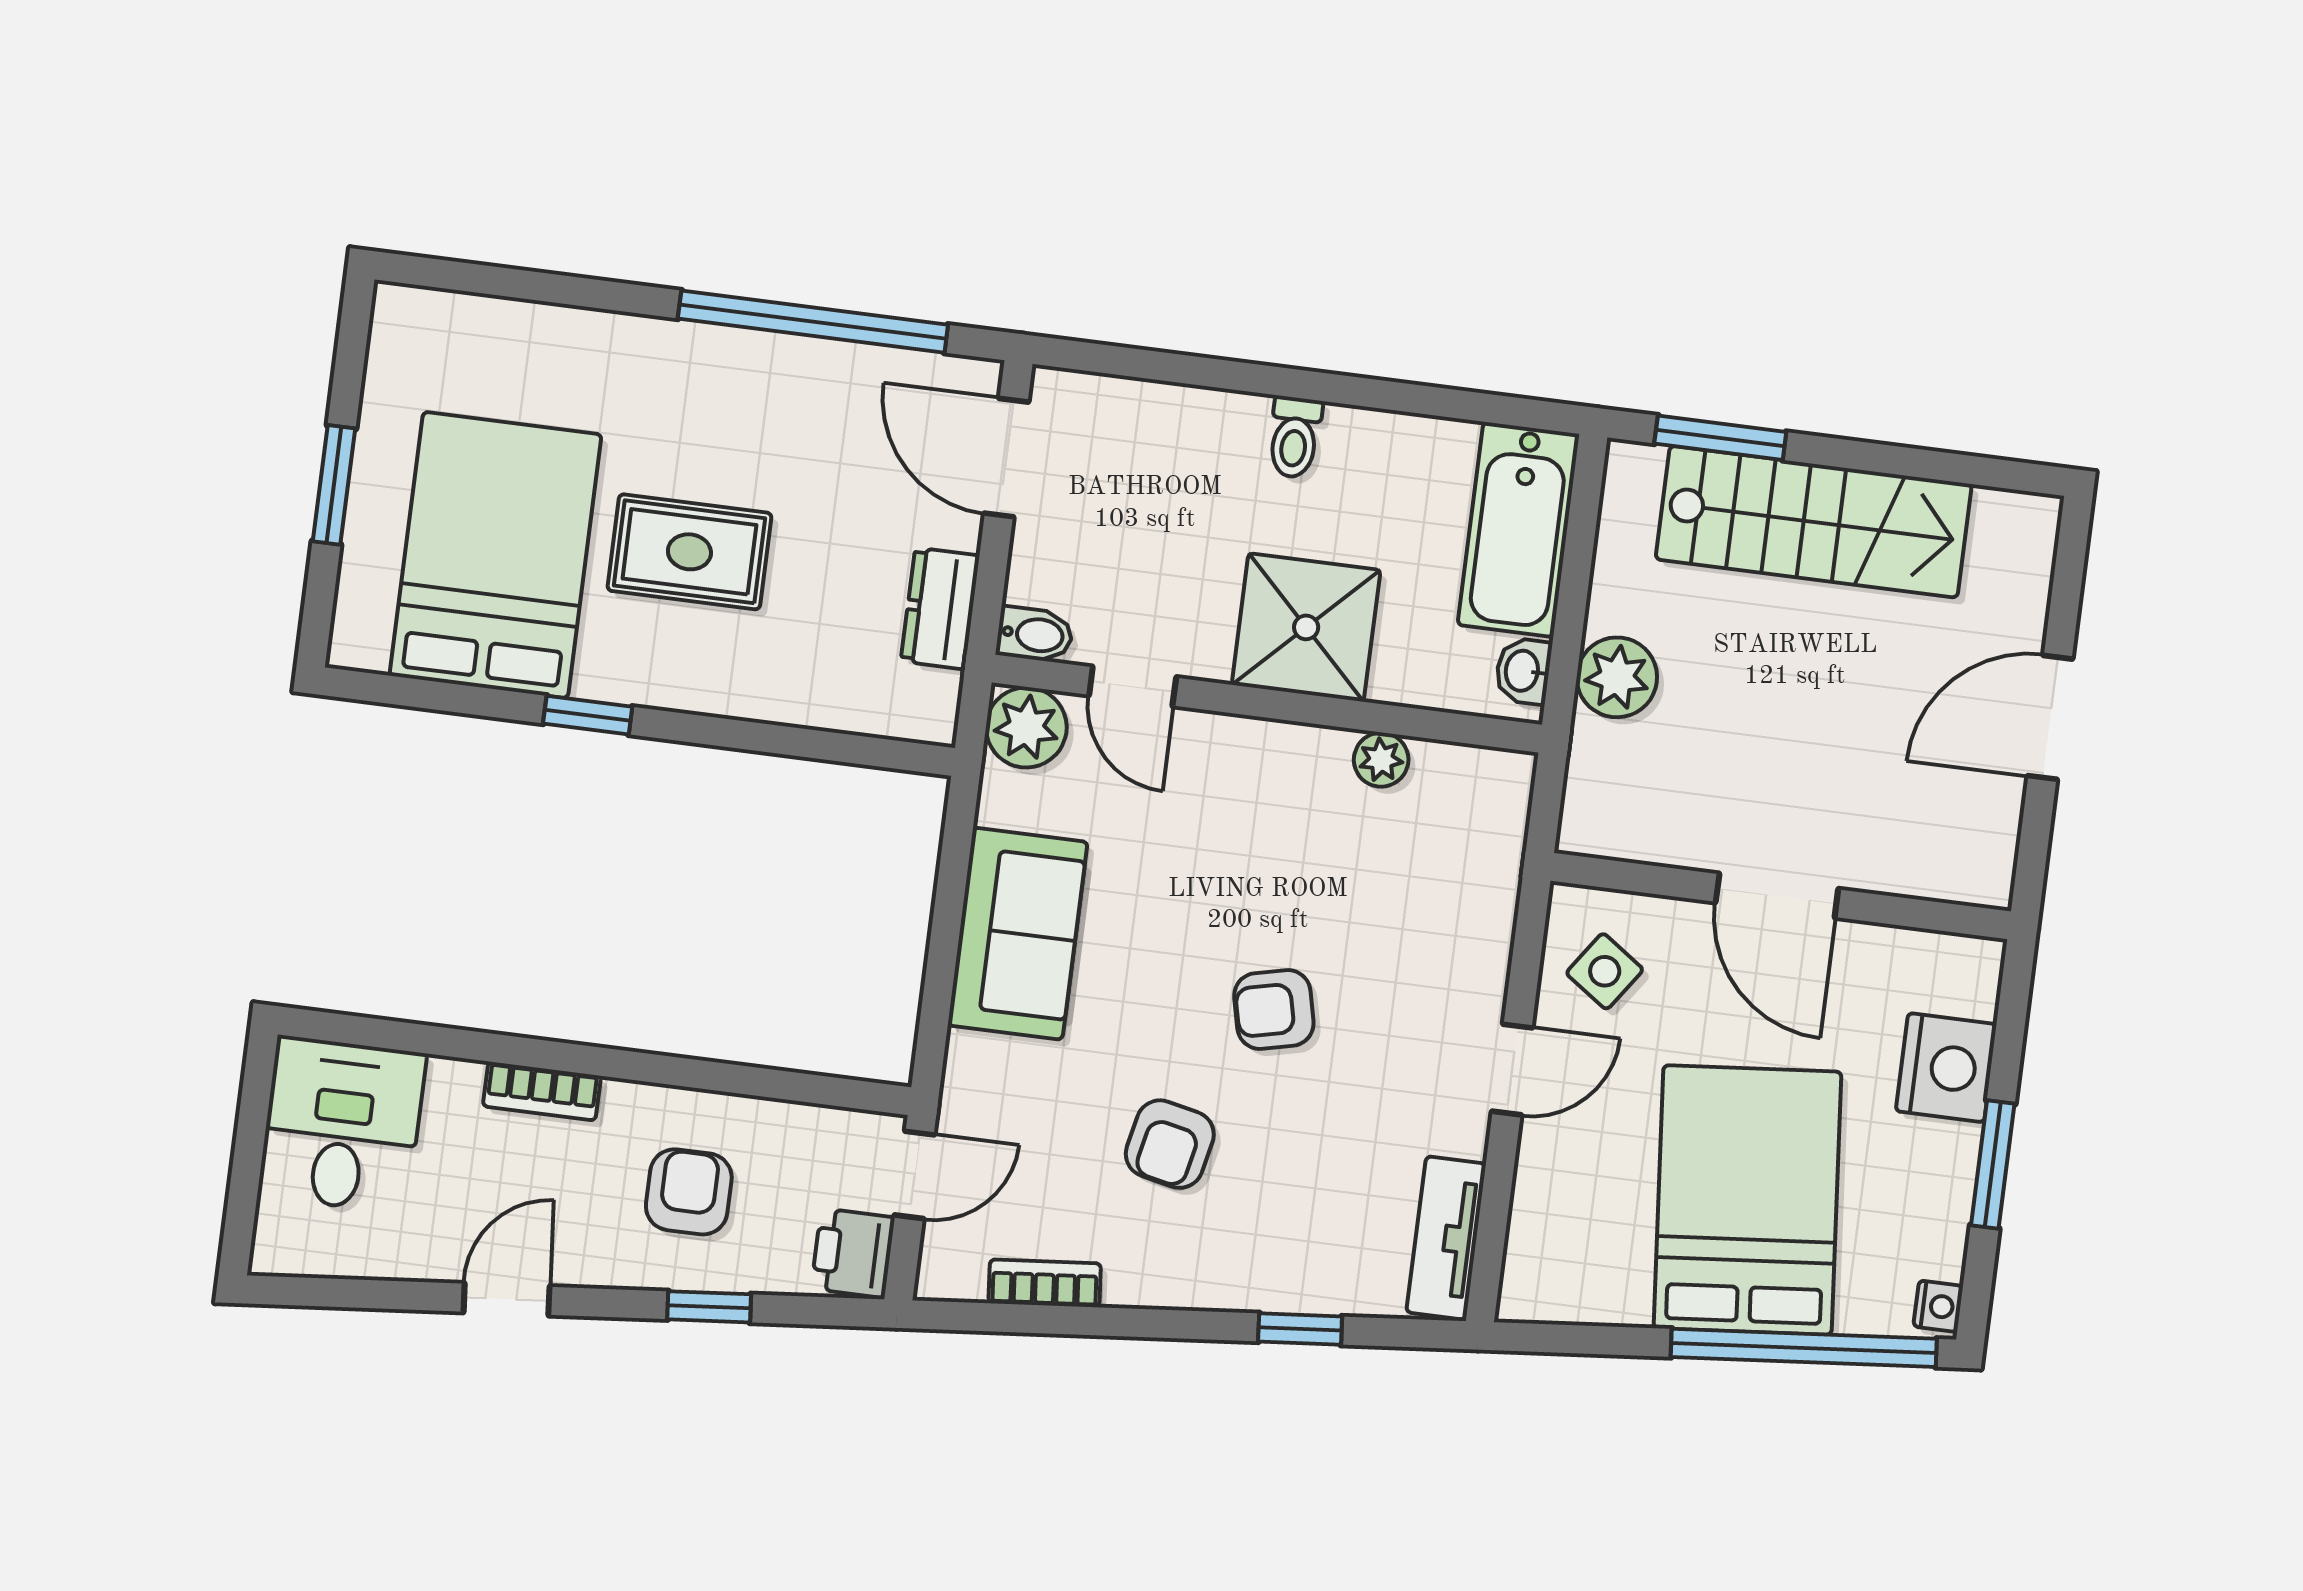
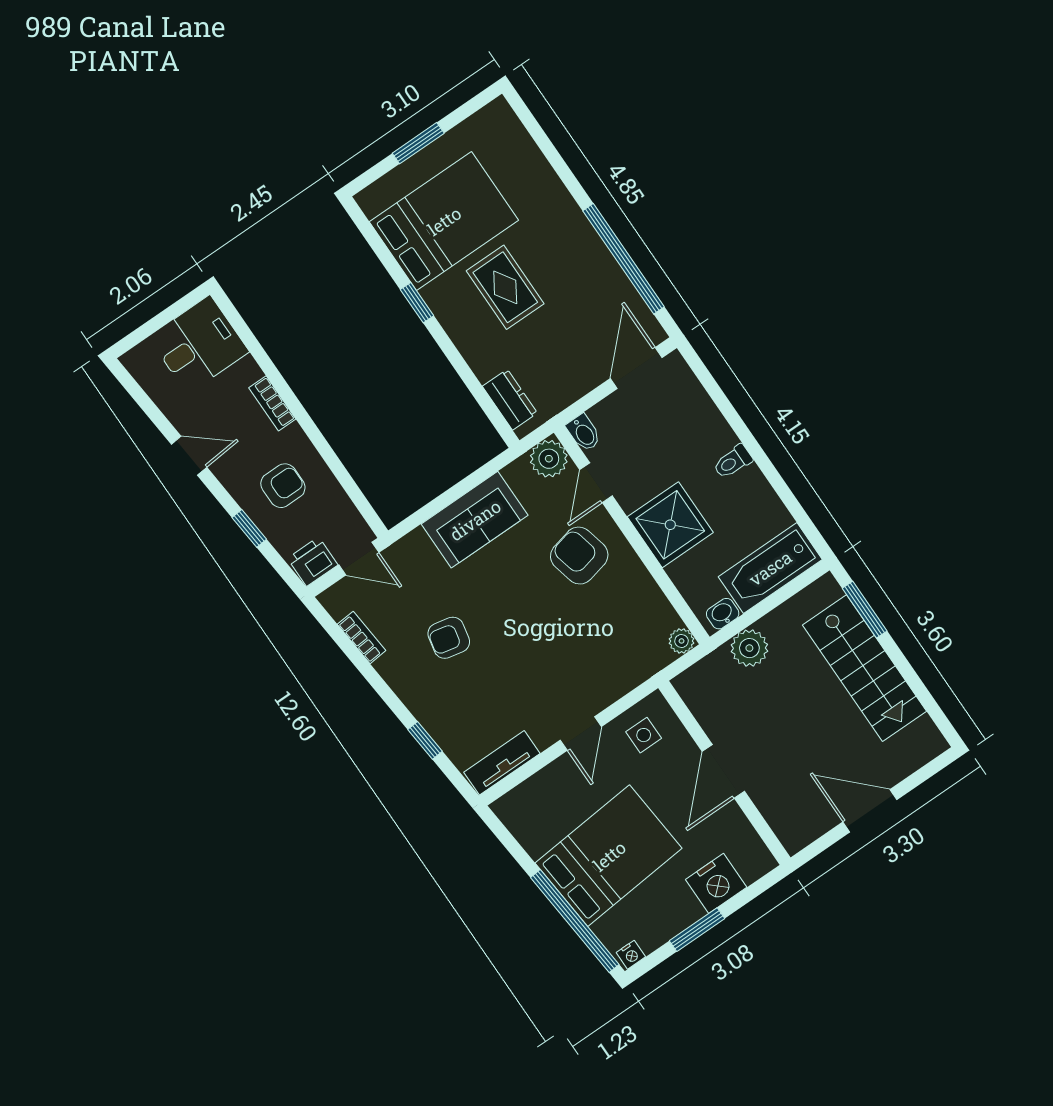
dresser: (940, 608) -> (510, 400), moved, turned 90
plant: (1381, 760) -> (682, 641), moved
side table: (1605, 971) -> (644, 735), turned -35
armchair: (1274, 1009) -> (579, 556), moved, width x1.38, depth x1.38
door: (1512, 1070) -> (581, 733), hinge flipped

